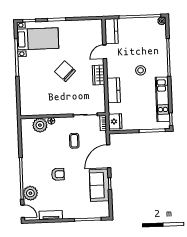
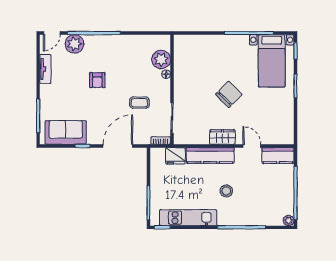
kitchen counter: (114, 90) -> (210, 155), width x1.50
fridge: (115, 121) -> (175, 156), moved
door: (109, 156) -> (118, 146), hinge flipped
sofa: (99, 185) -> (66, 132), moved

